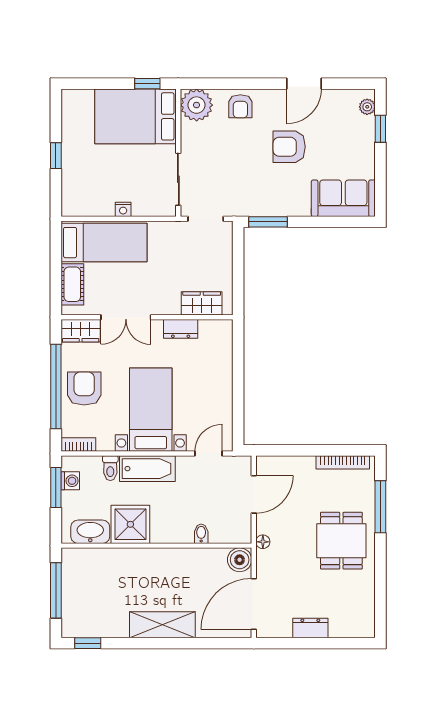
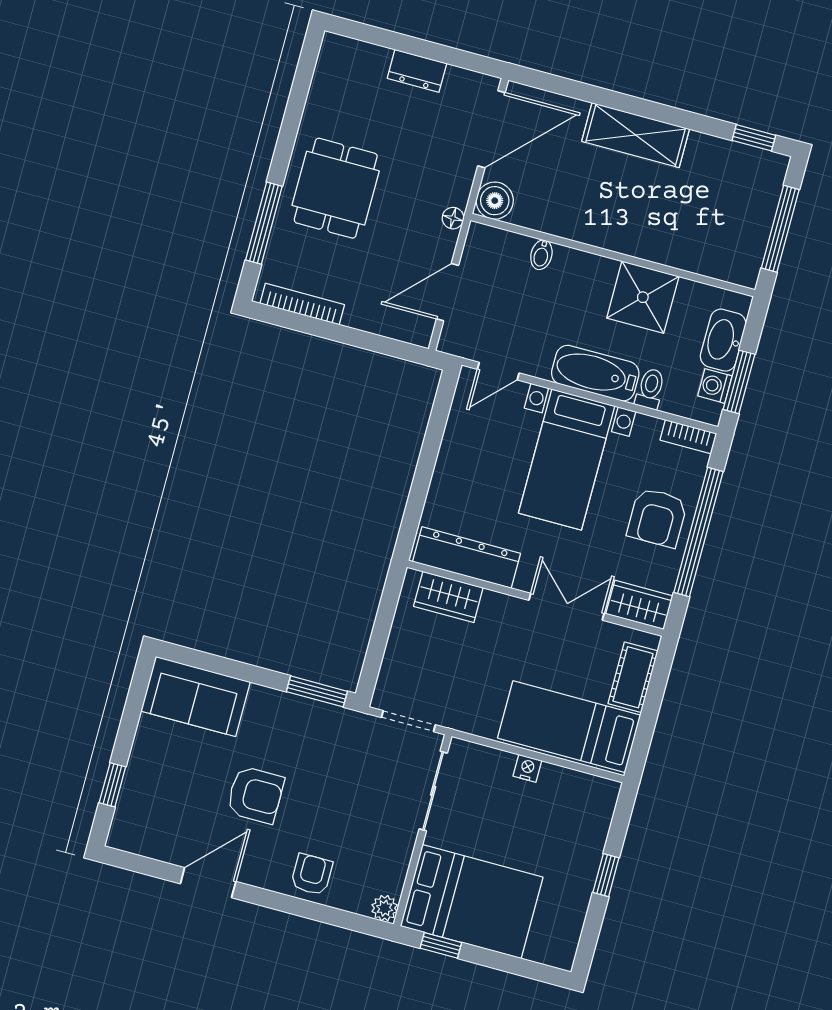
plant: (197, 105) -> (385, 908), width x0.53, depth x0.53
plant: (367, 107) -> (123, 823), removed
dresser: (181, 329) -> (467, 558), width x1.96, depth x1.24
washbasin: (90, 532) -> (723, 340), moved, turned 90

